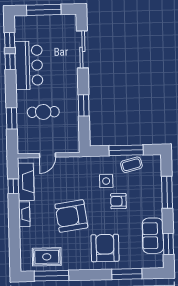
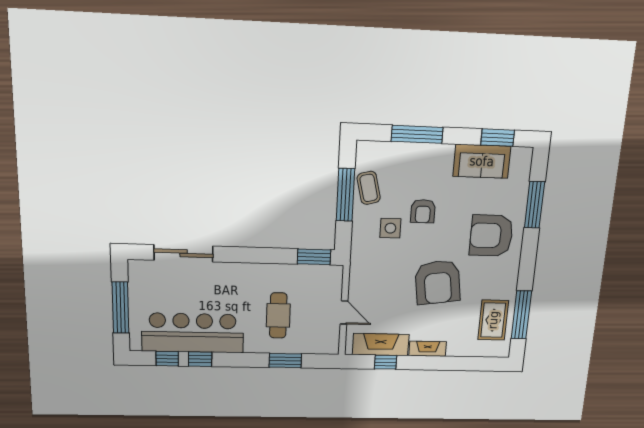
bar counter: (29, 65) -> (193, 333), width x1.36
window: (84, 105) -> (314, 257), moved

